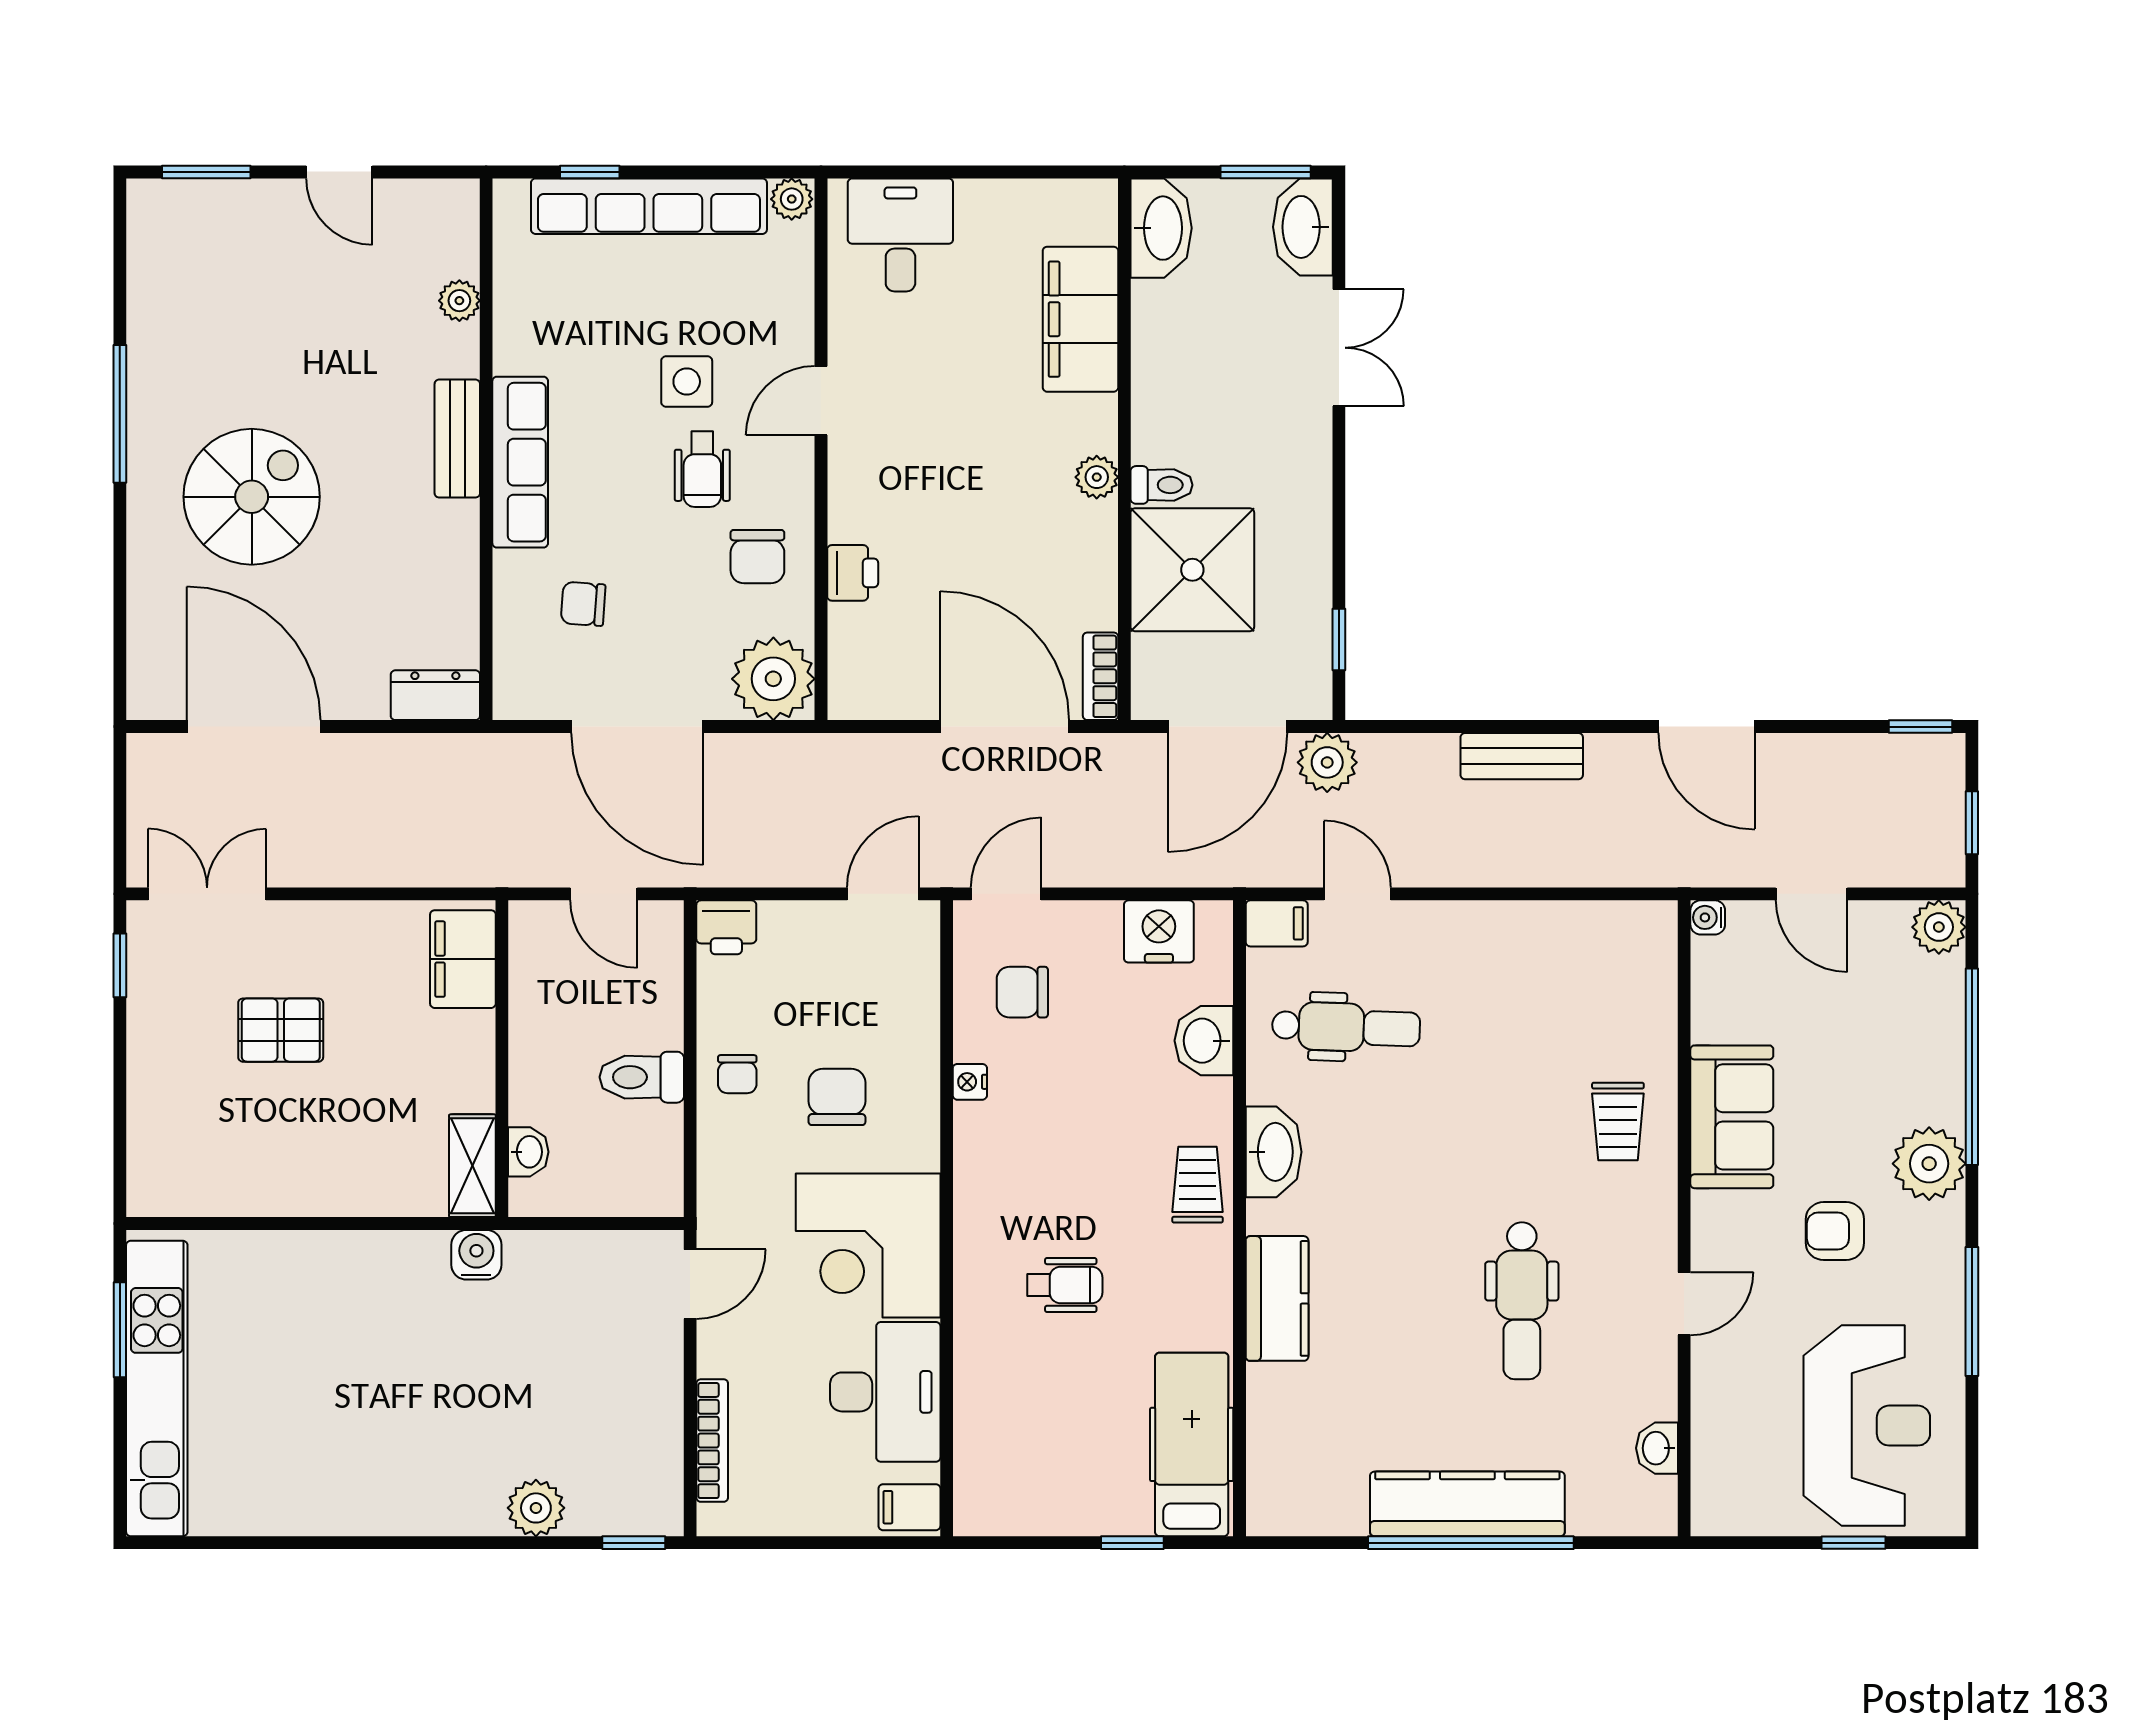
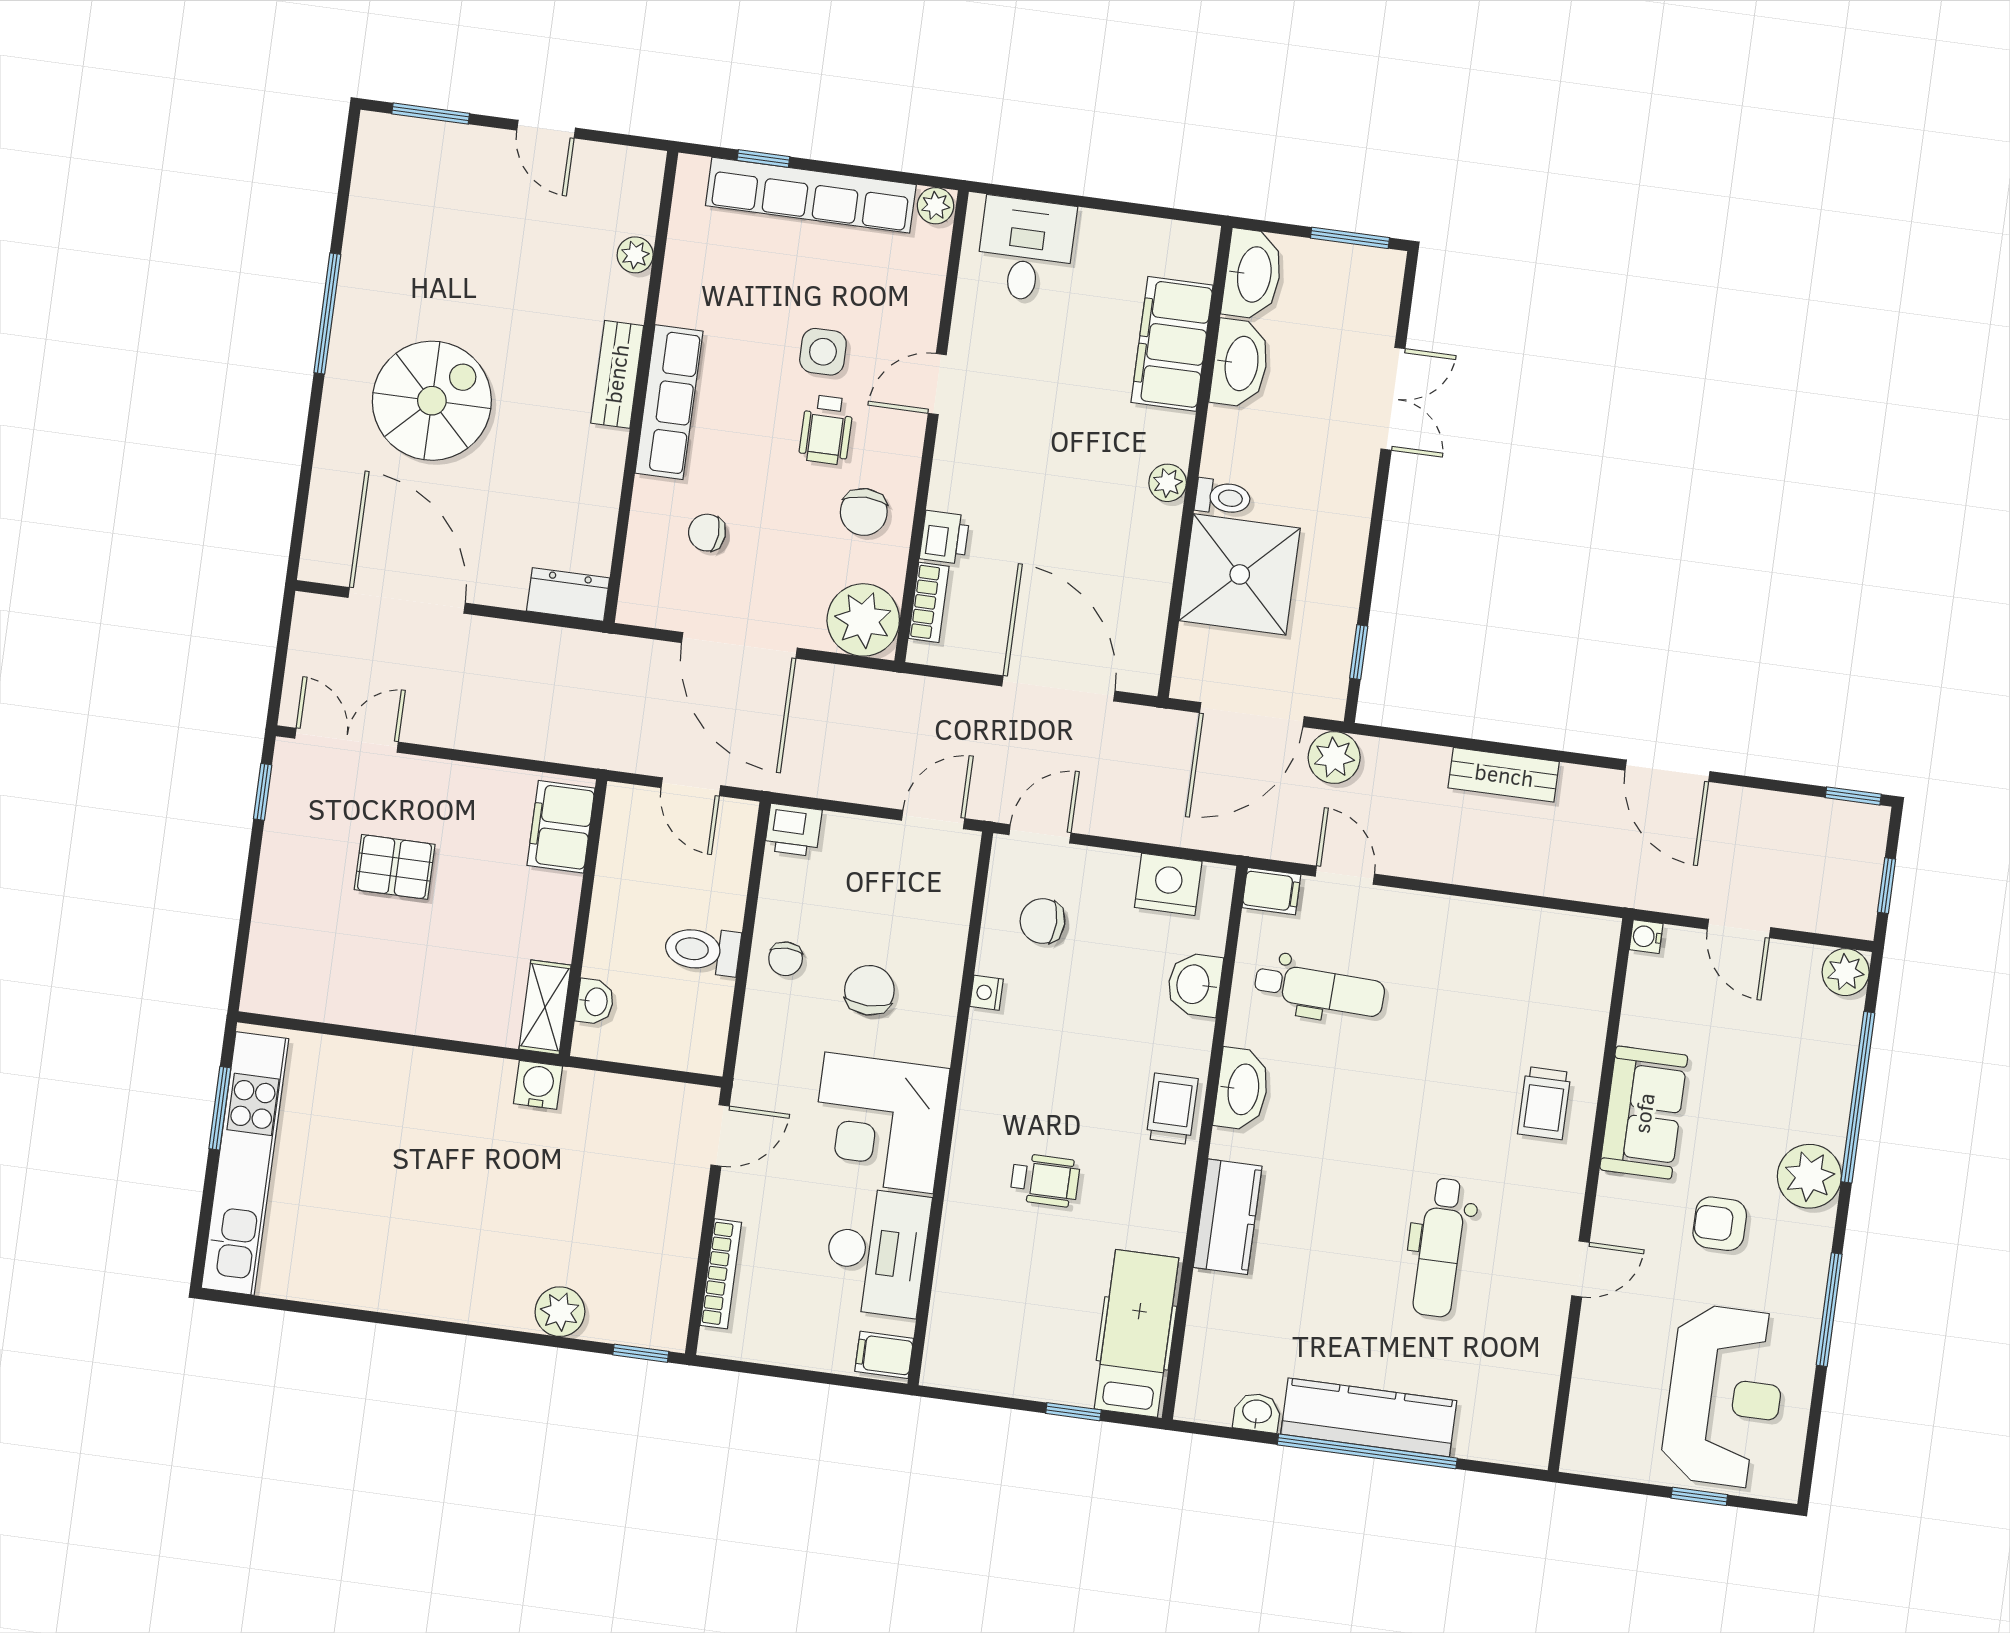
washbasin: (1303, 227) -> (1240, 363), moved, turned 180
bookcase: (1101, 676) -> (929, 602), moved, turned 180
washbasin: (1657, 1448) -> (1257, 1413), moved, turned 90

